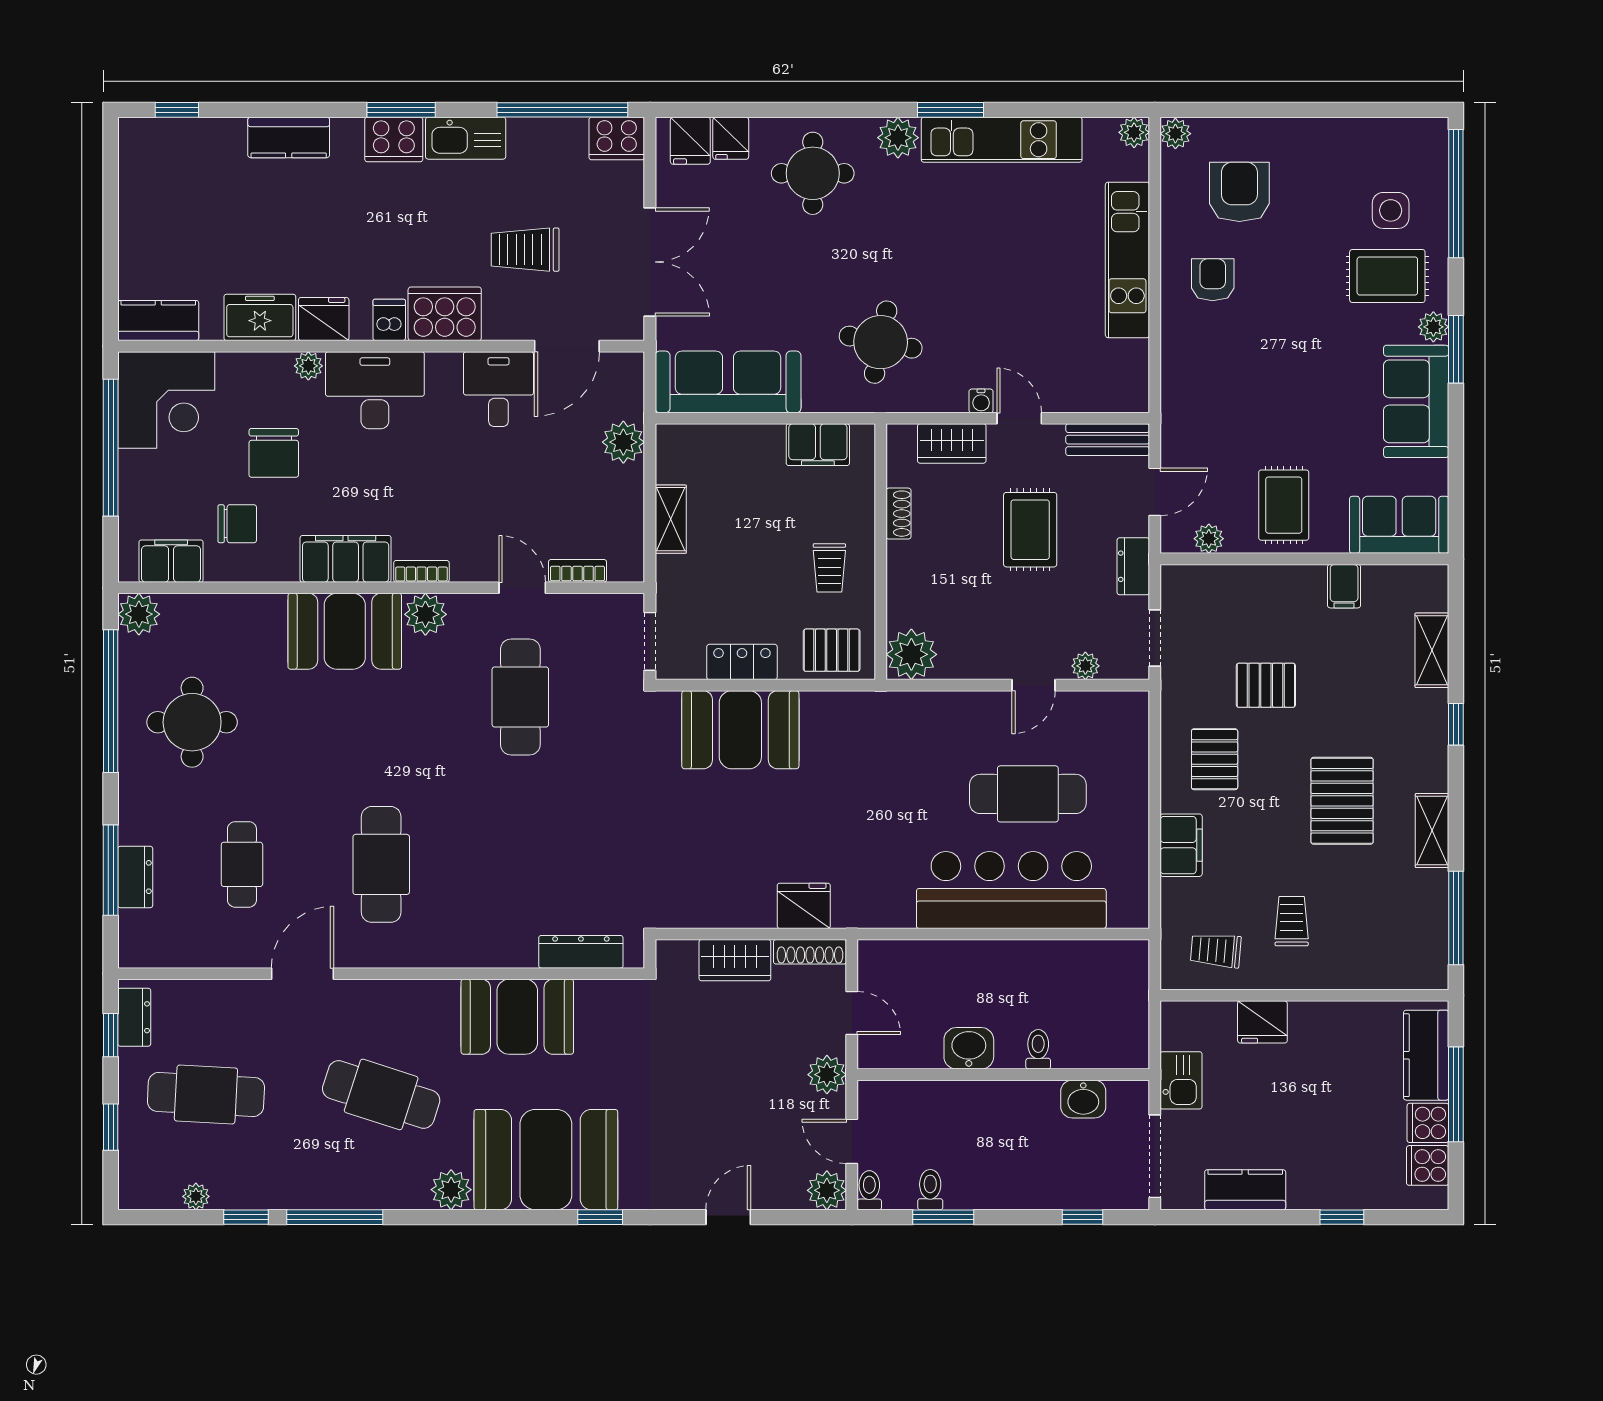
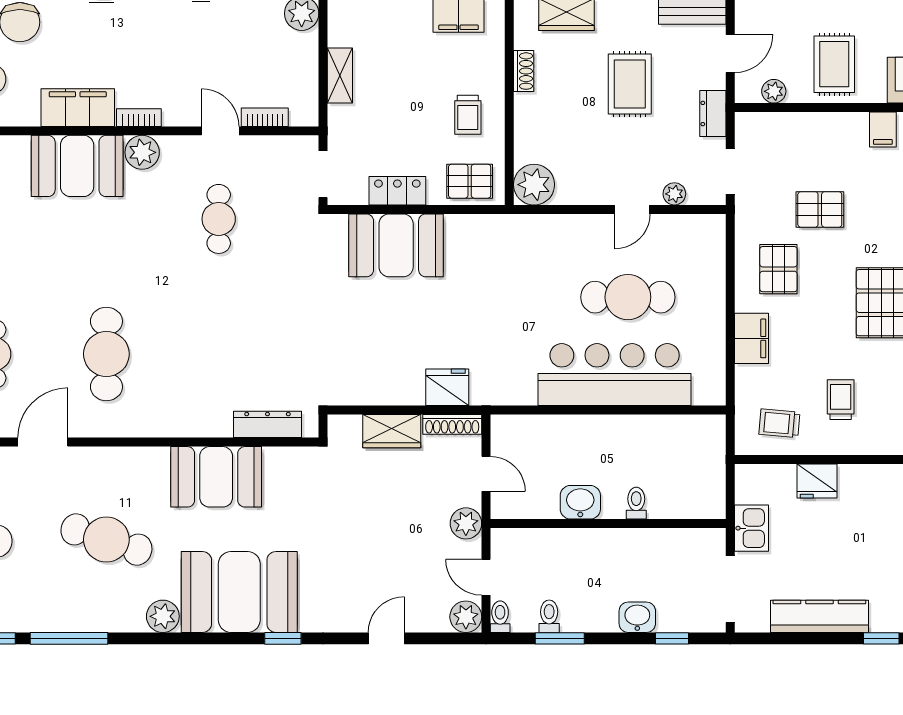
cafe table: (520, 697) -> (219, 219), width x0.73, depth x0.74
washbasin: (1083, 1099) -> (637, 617), moved, turned 180
kitchen counter: (1245, 1190) -> (819, 616), width x1.50

